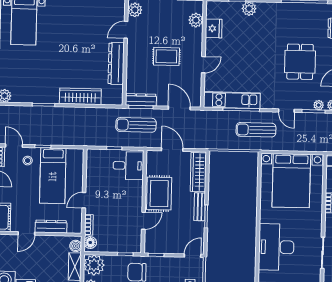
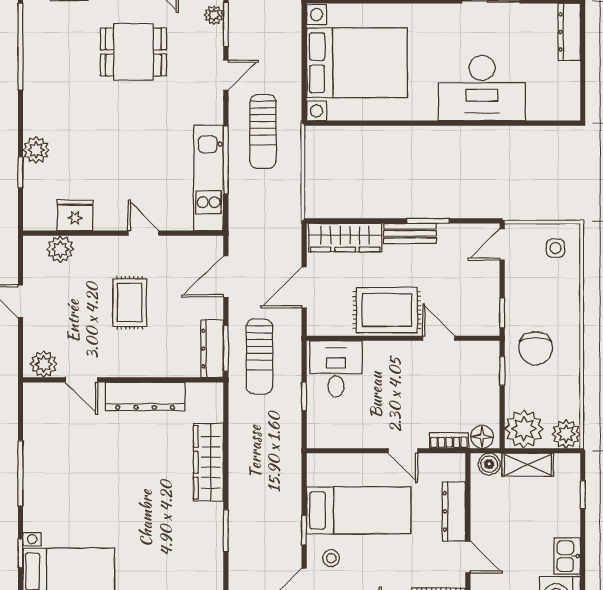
door: (193, 256) -> (502, 244), hinge flipped

